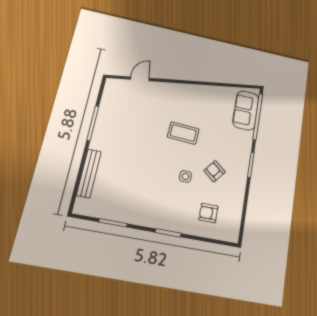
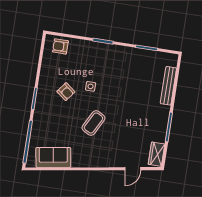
wardrobe: (111, 93) -> (156, 154), added
sofa: (246, 110) -> (53, 157), moved, turned -99
coffee table: (183, 133) -> (93, 123), turned -65
armchair: (208, 213) -> (60, 46), moved, turned 180

